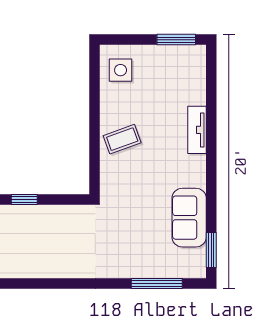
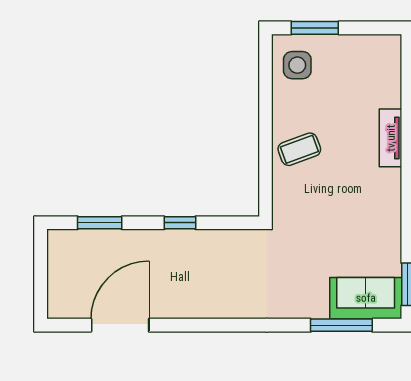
window: (176, 40) -> (315, 28), moved
sofa: (189, 218) -> (366, 298), moved, turned 90

